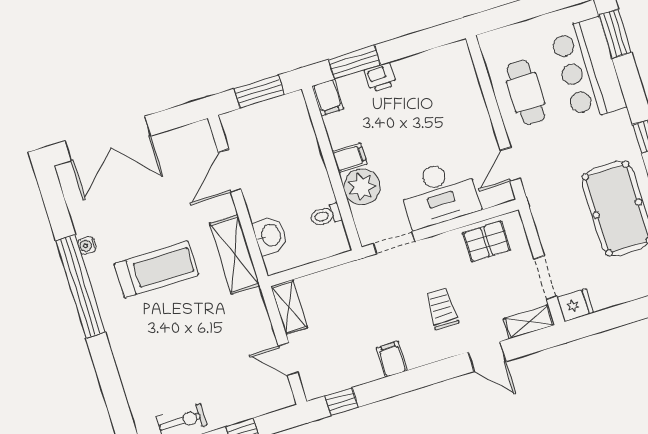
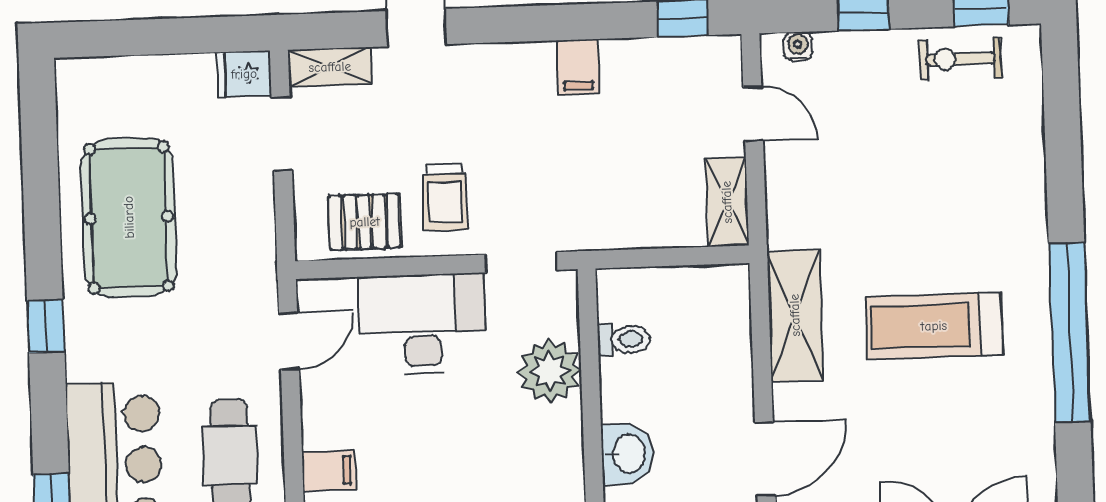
filing cabinet: (350, 158) -> (329, 471), moved, turned 180
washbasin: (270, 236) -> (627, 454), moved, turned 180
water cooler: (87, 245) -> (798, 46), moved, turned -90
trolley: (442, 309) -> (445, 197), moved

